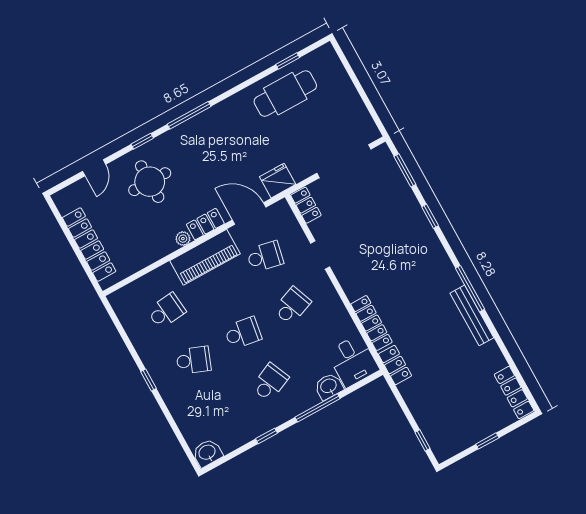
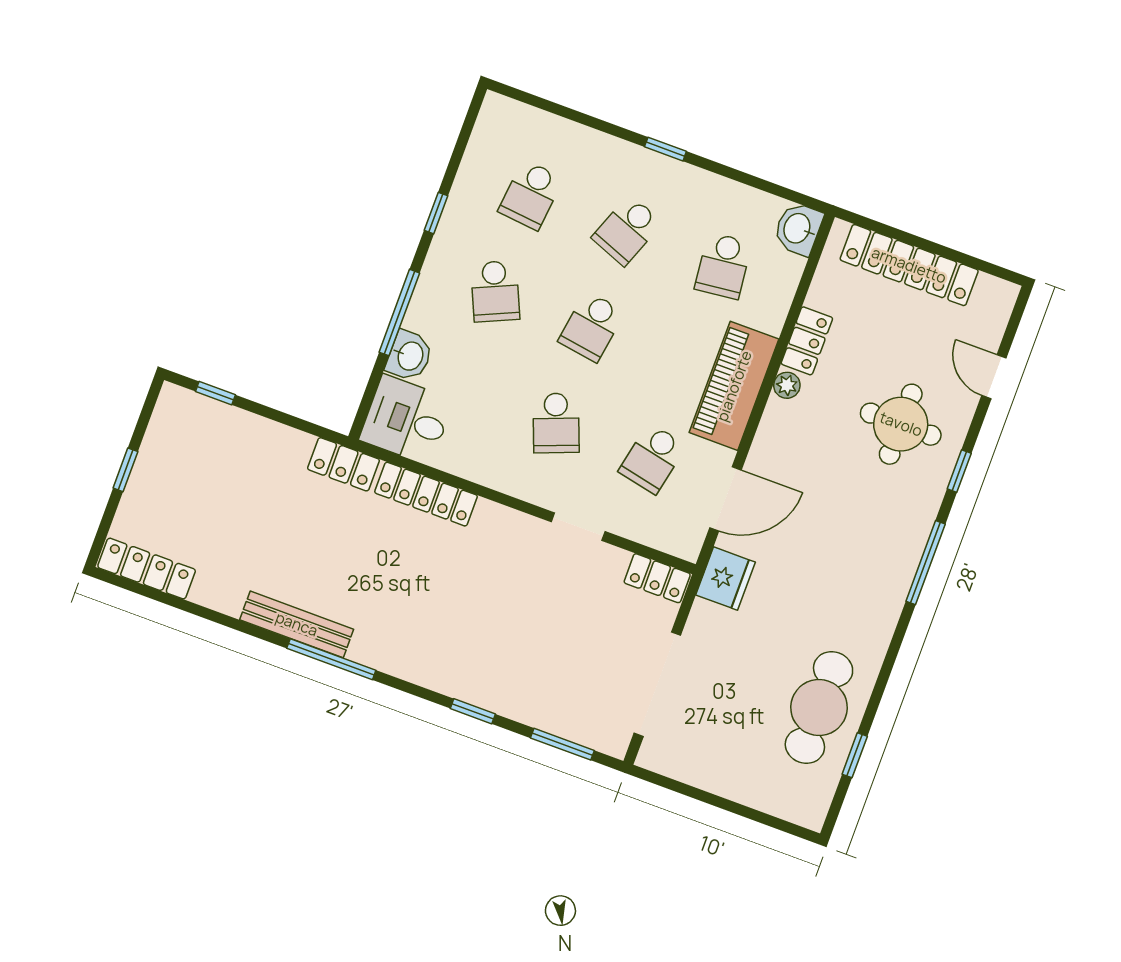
locker: (205, 224) -> (807, 341), moved
school desk: (221, 409) -> (531, 195), added
washbasin: (207, 453) -> (798, 229), moved, turned 180

